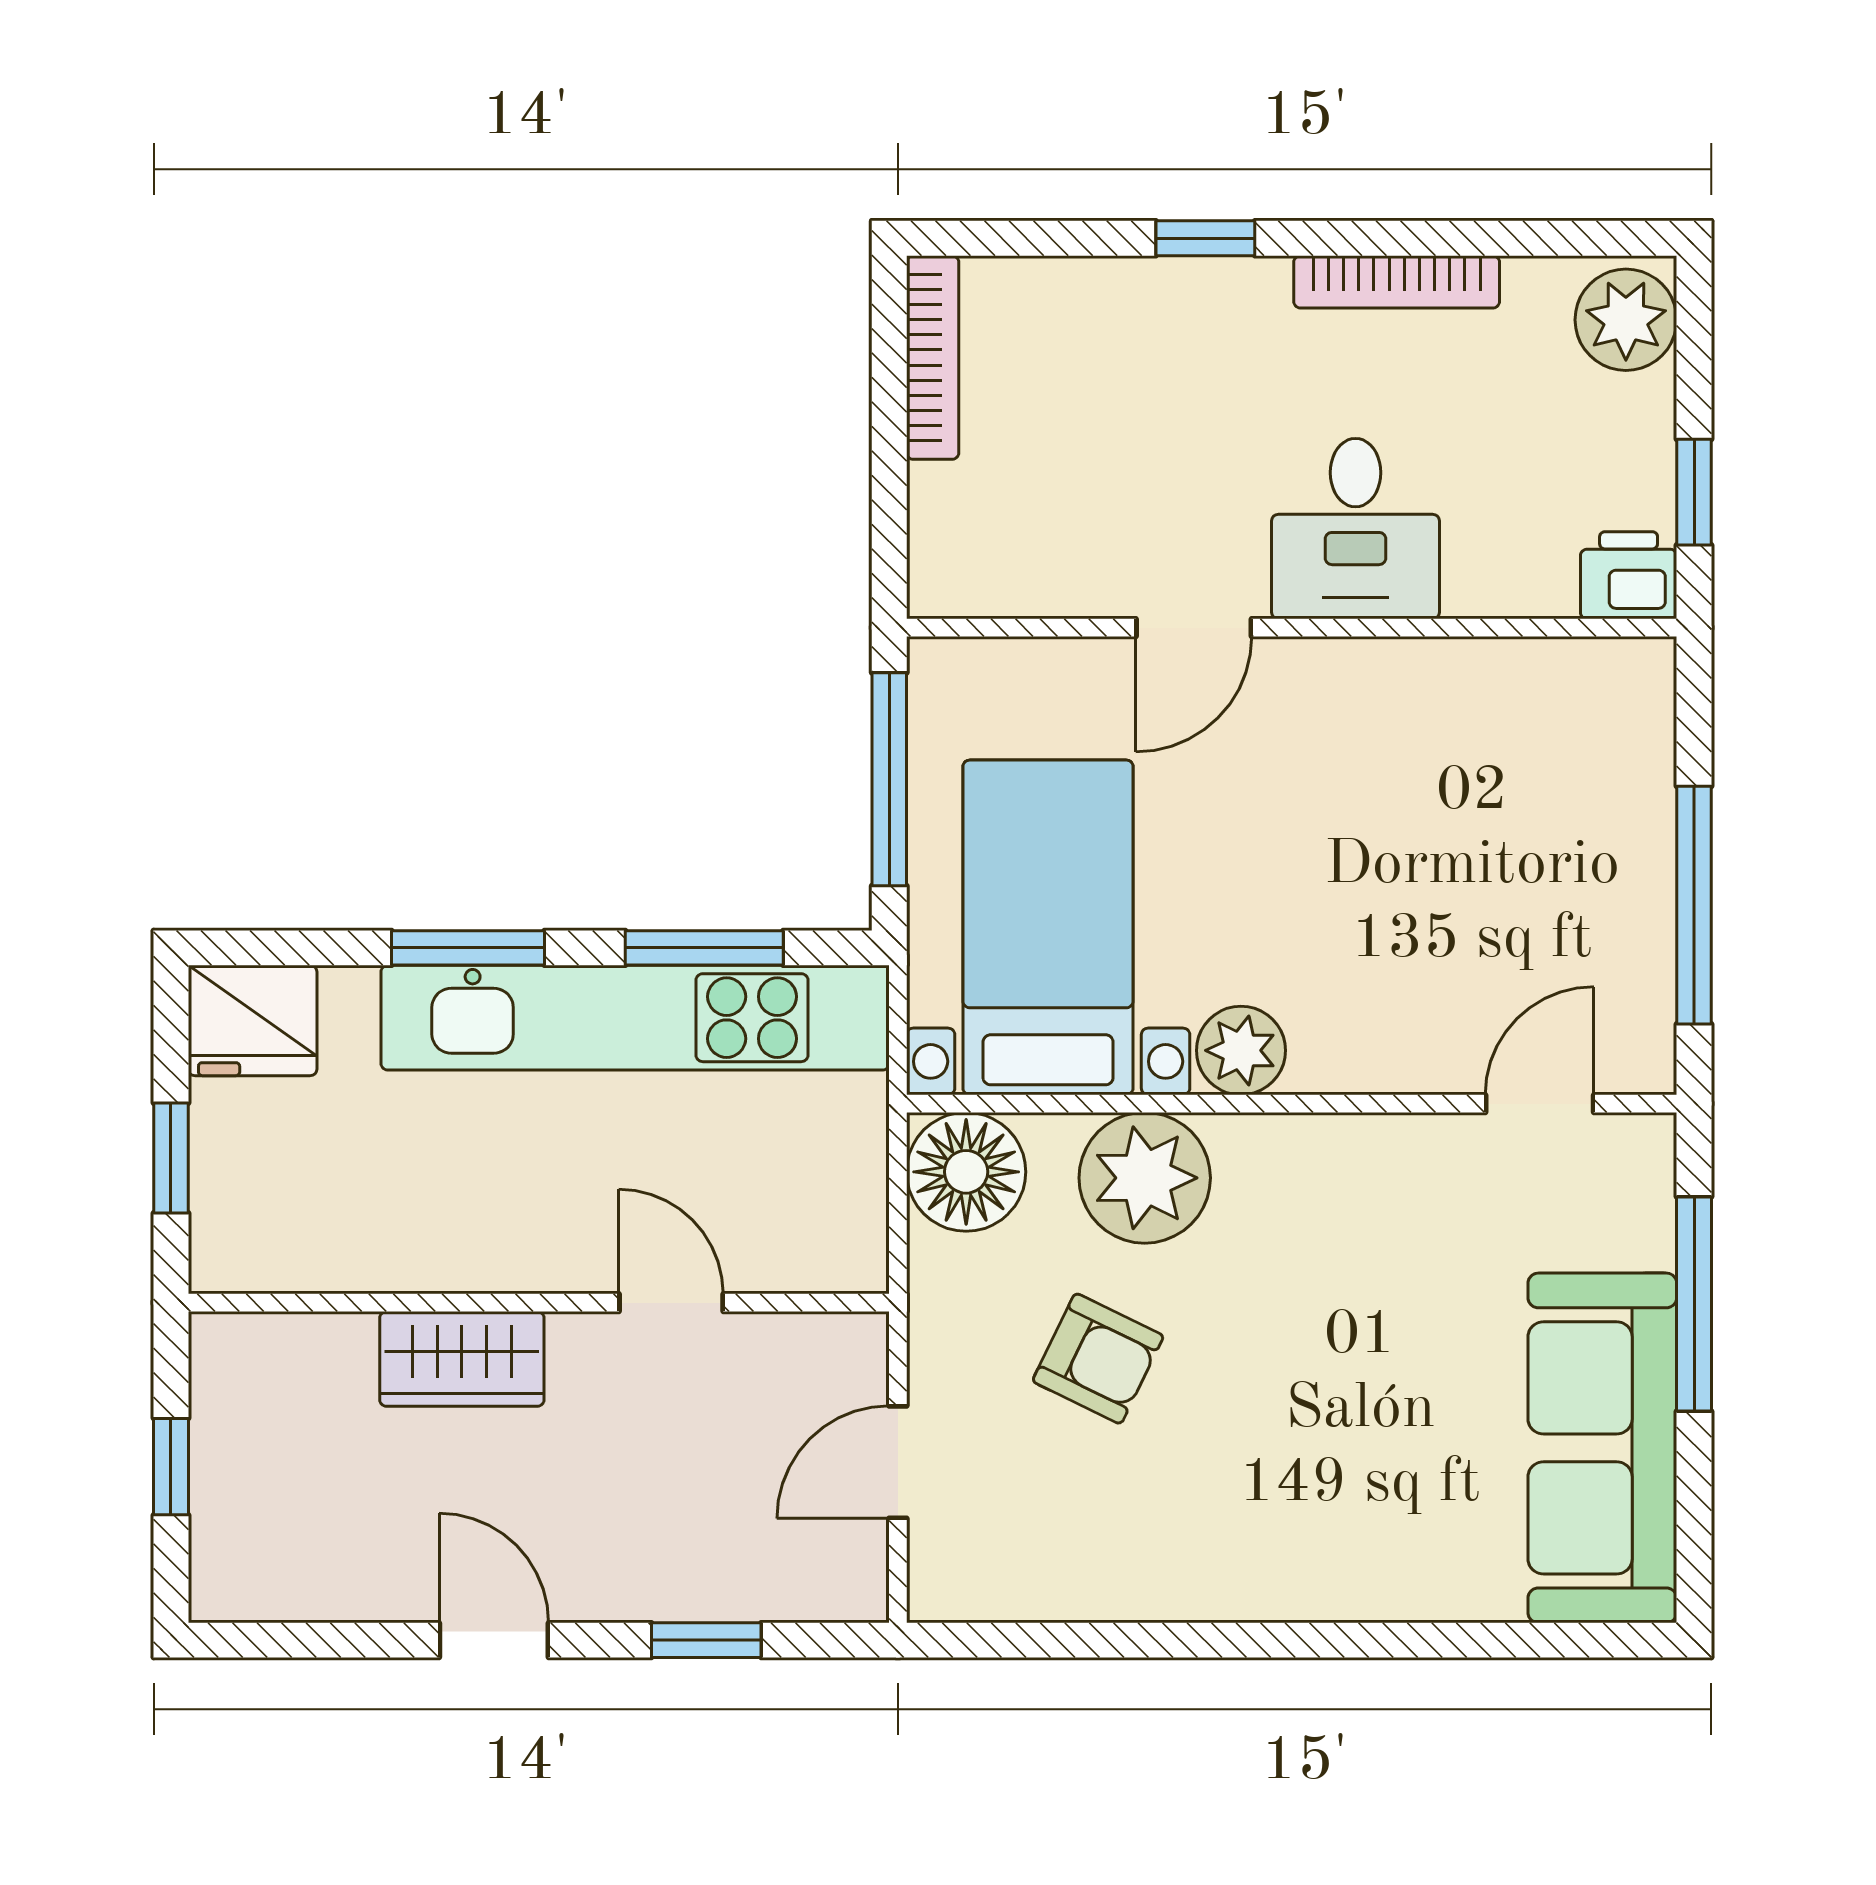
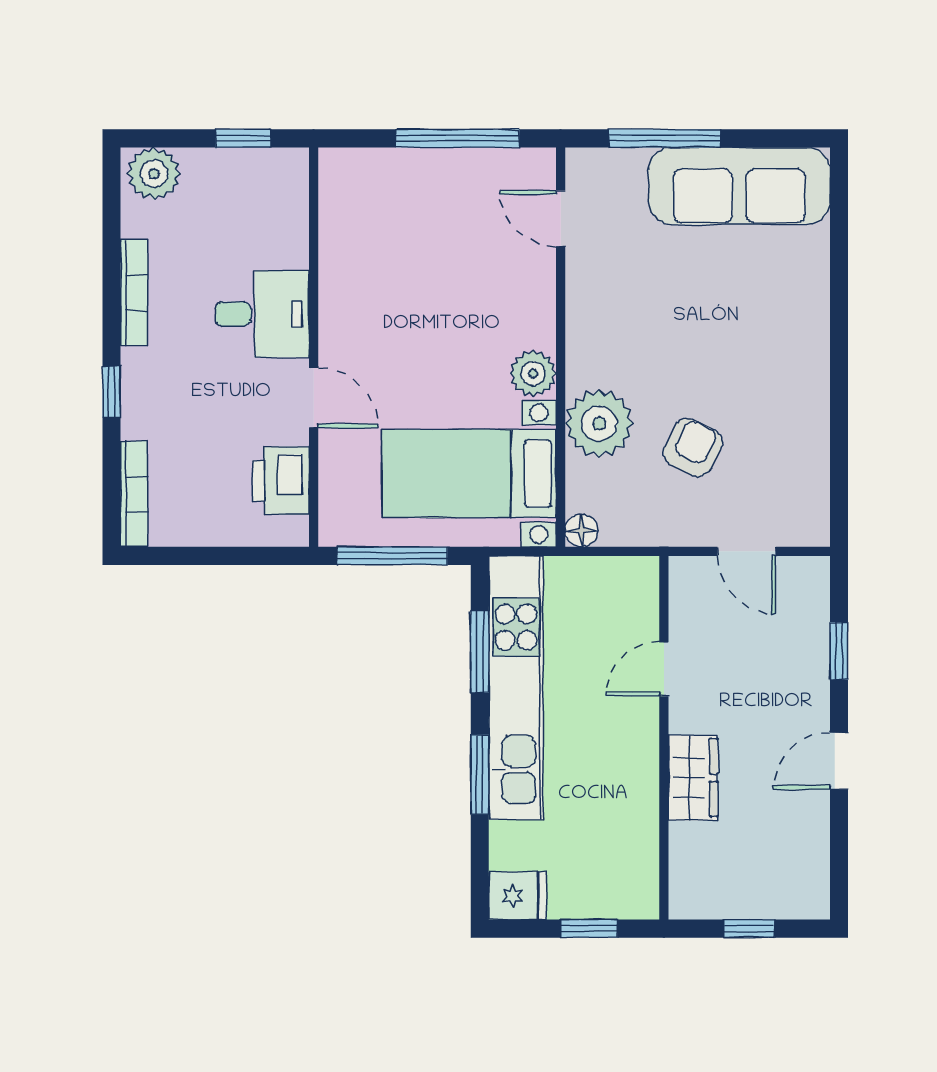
bookcase: (933, 358) -> (134, 494), moved, turned 90
printer: (1629, 575) -> (281, 481), moved, width x1.36, depth x1.24
fridge: (253, 1020) -> (517, 896), width x0.72
floor lamp: (966, 1172) -> (581, 531), width x0.53, depth x0.53

